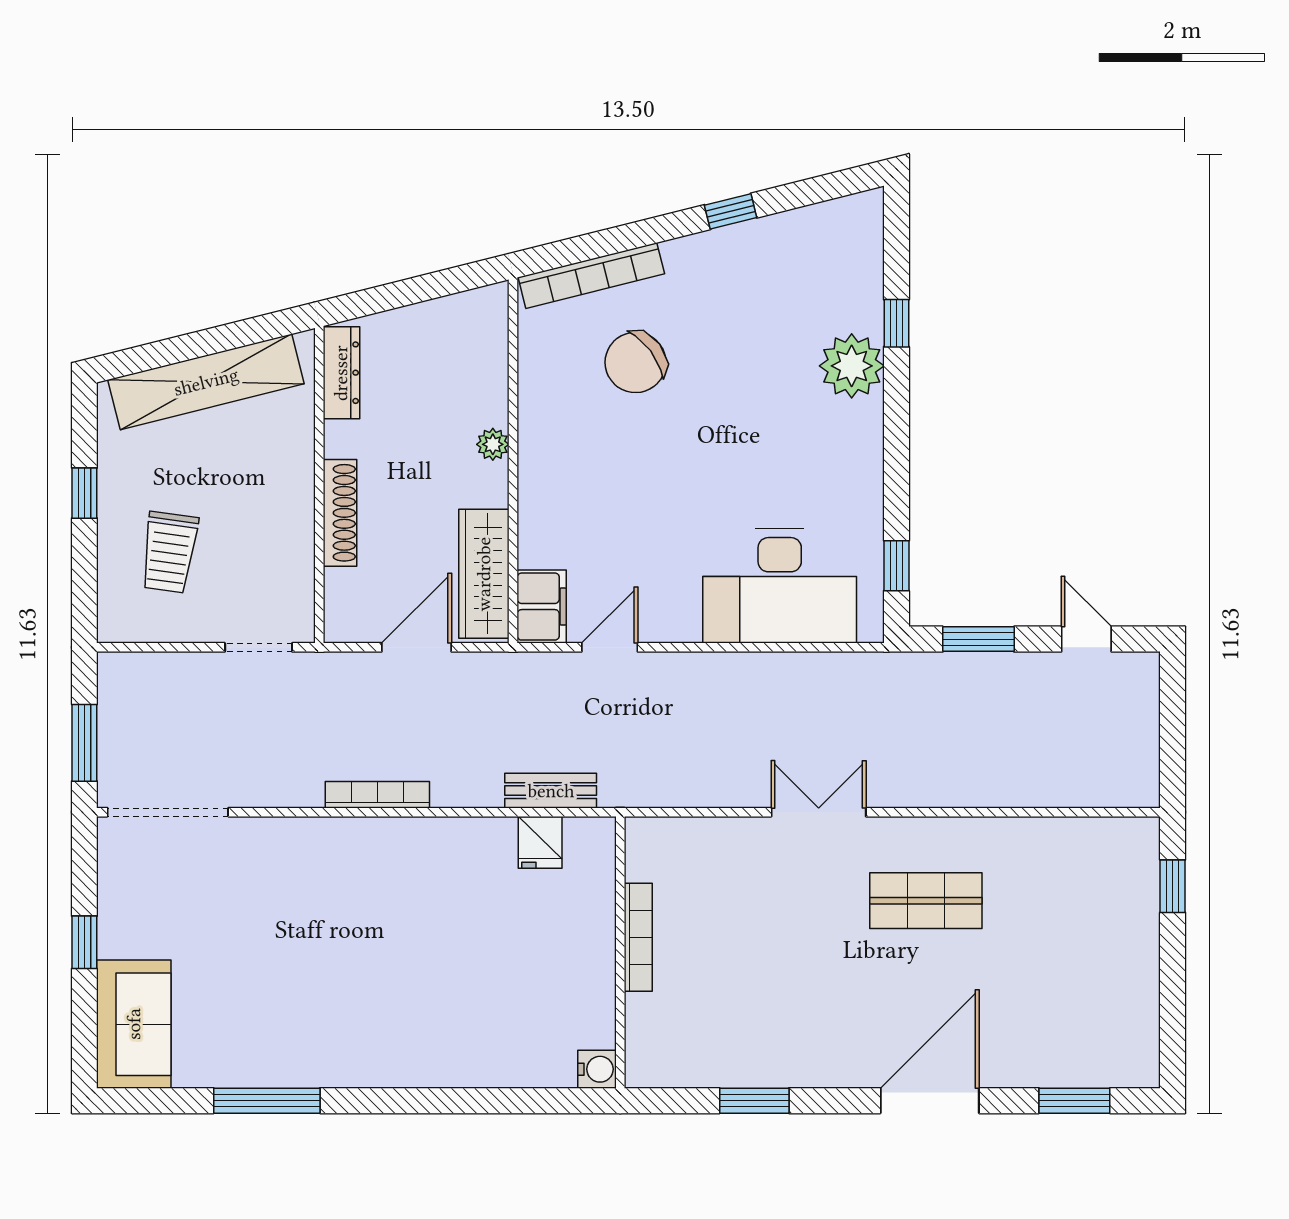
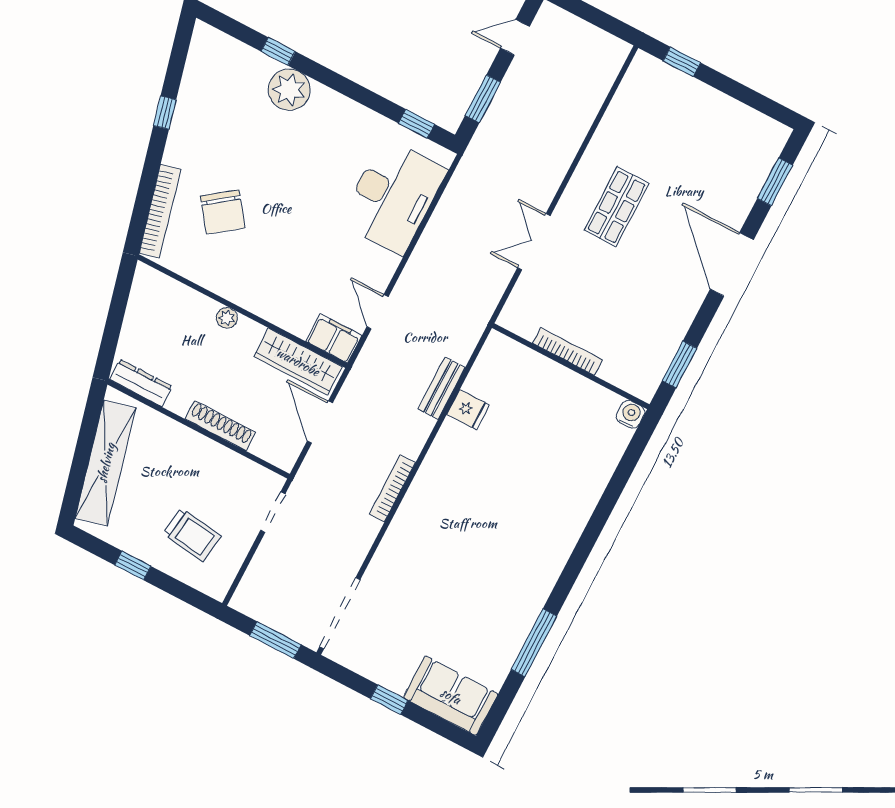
bookcase: (638, 937) -> (568, 351), moved
wall: (620, 952) -> (571, 366), moved
water cooler: (597, 1069) -> (631, 414), moved

